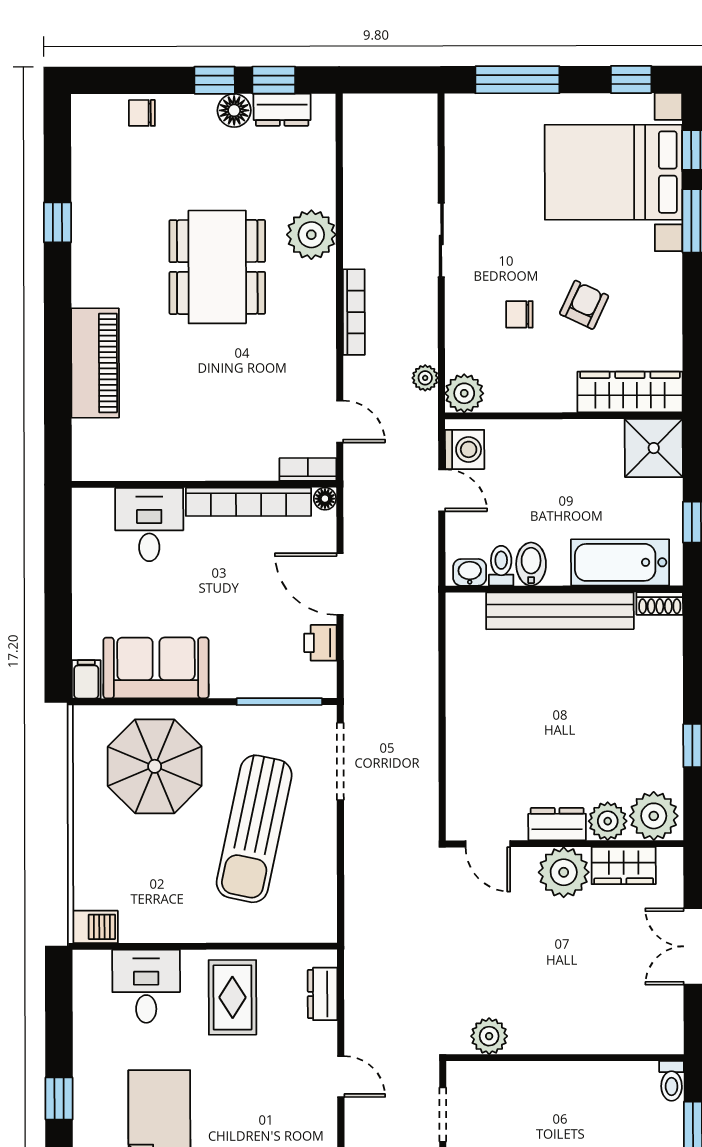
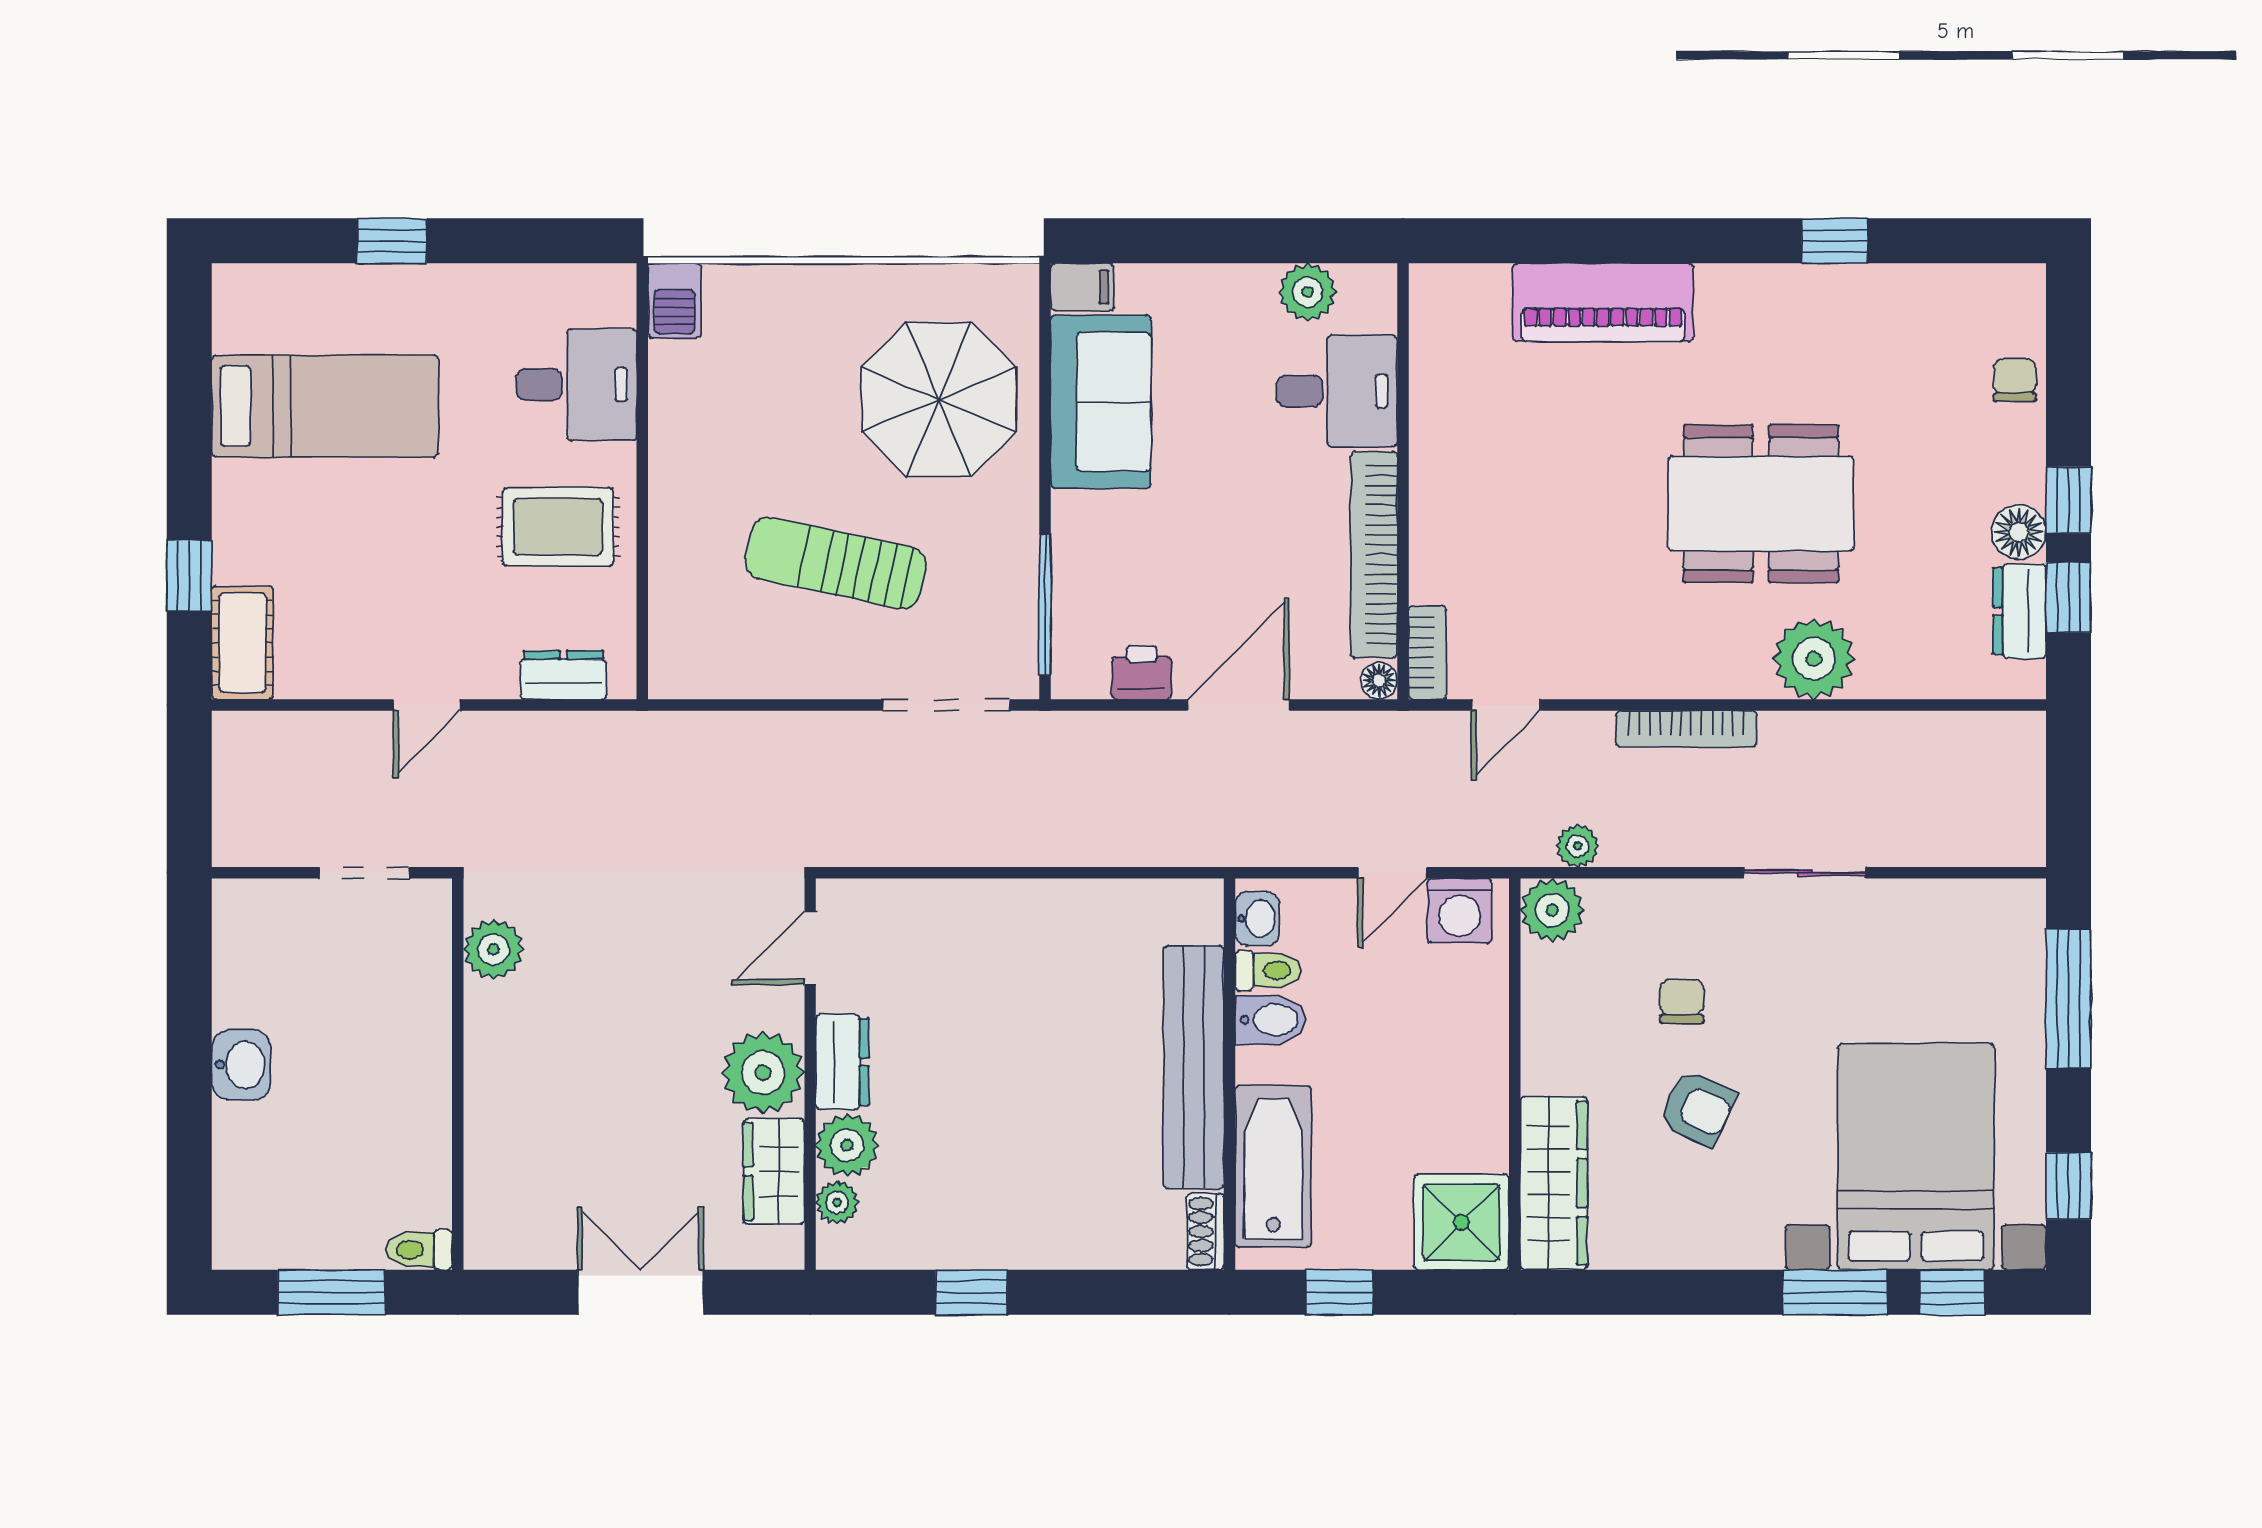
plant: (89, 542) -> (1308, 292), added
plant: (654, 816) -> (837, 1202), width x0.53, depth x0.53
sun lounger: (254, 829) -> (835, 563), width x0.73, depth x0.75

